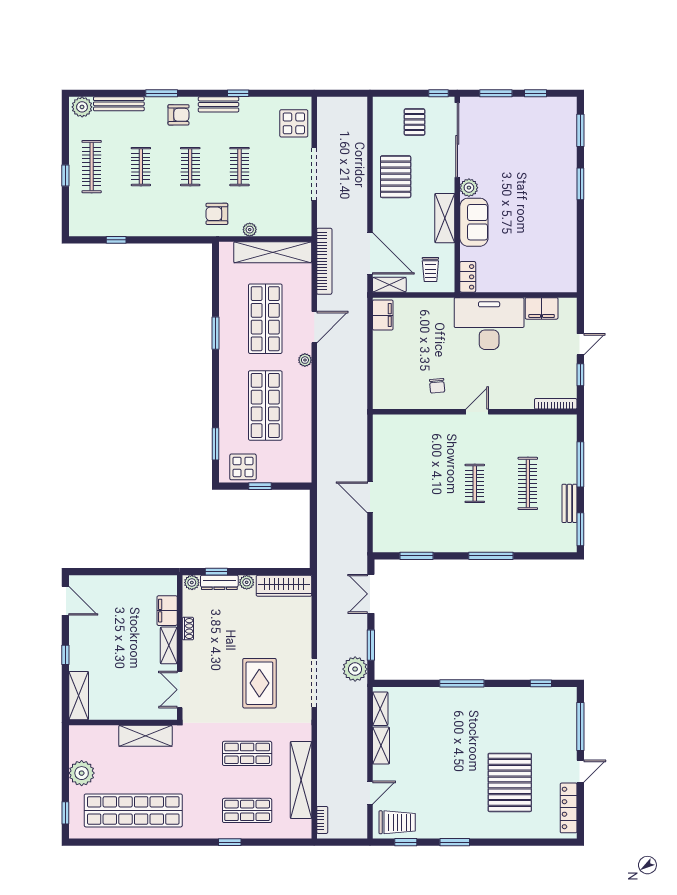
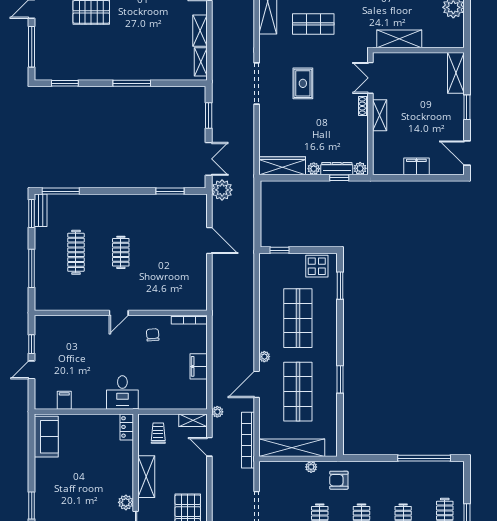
armchair: (217, 214) -> (339, 480), turned 180
sofa: (474, 222) -> (46, 437), moved, turned 180
window: (116, 240) -> (424, 458), width x3.17
door: (370, 253) -> (209, 447), width x0.53
plant: (361, 295) -> (217, 412), added
filing cabinet: (542, 308) -> (64, 400), width x0.50
filing cabinet: (383, 315) -> (199, 366), moved
desk: (489, 324) -> (122, 393), width x0.53, depth x0.77
bookcase: (556, 404) -> (189, 320), moved
window: (260, 486) -> (280, 250), moved
bench: (569, 503) -> (41, 210), moved
window: (491, 556) -> (61, 191), moved
filing cabinet: (167, 611) -> (416, 166), moved, turned -90
shoe rack: (188, 629) -> (363, 106), moved
window: (65, 655) -> (467, 107), width x1.50
plant: (355, 669) -> (222, 190), moved
rug: (259, 683) -> (303, 83), width x0.73, depth x0.70
window: (541, 683) -> (65, 83), width x1.50
double door: (180, 690) -> (370, 78), swing flipped

